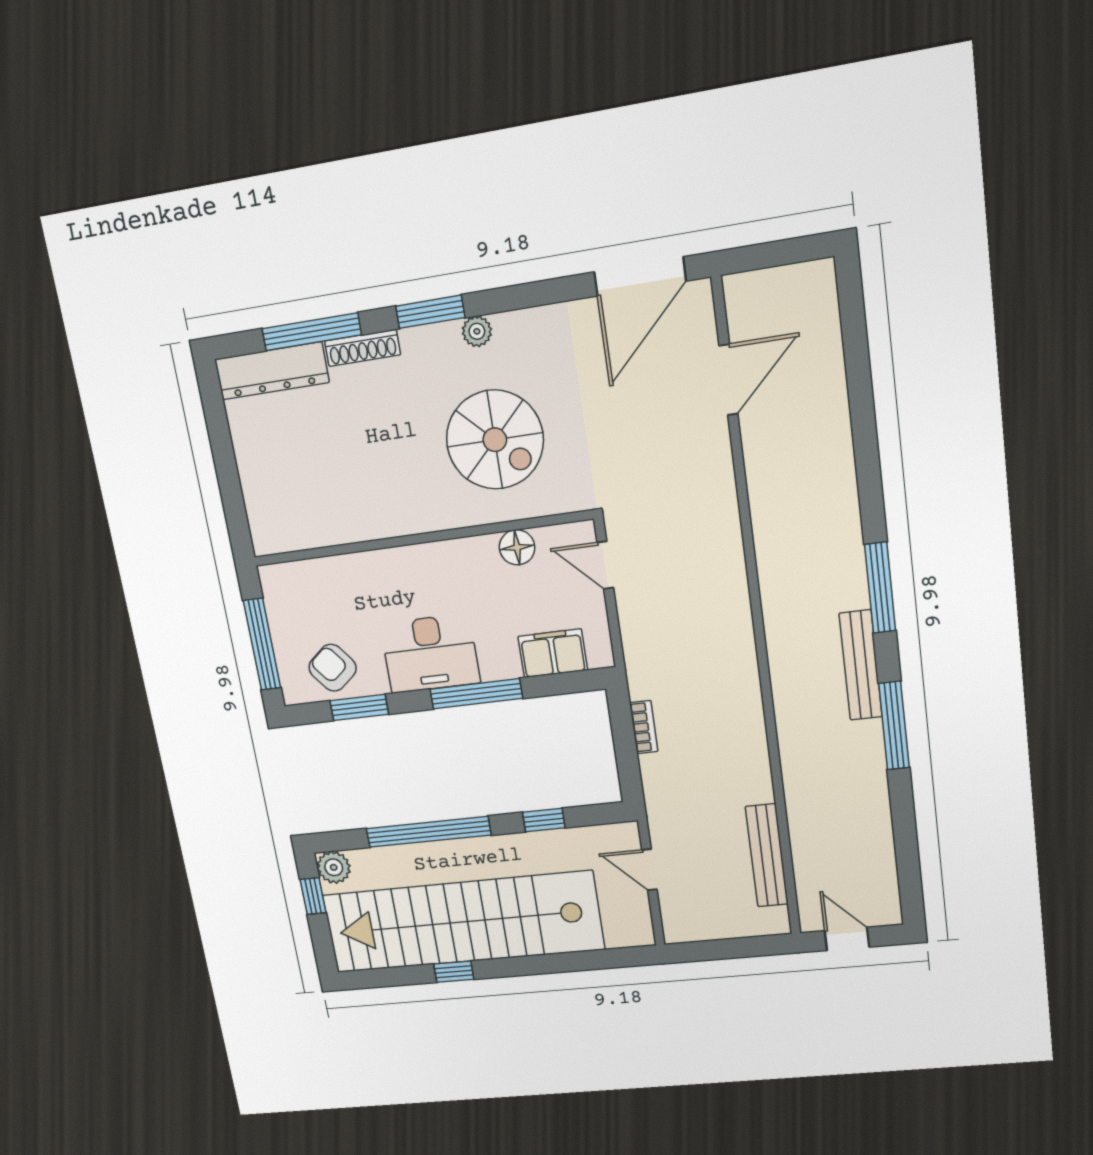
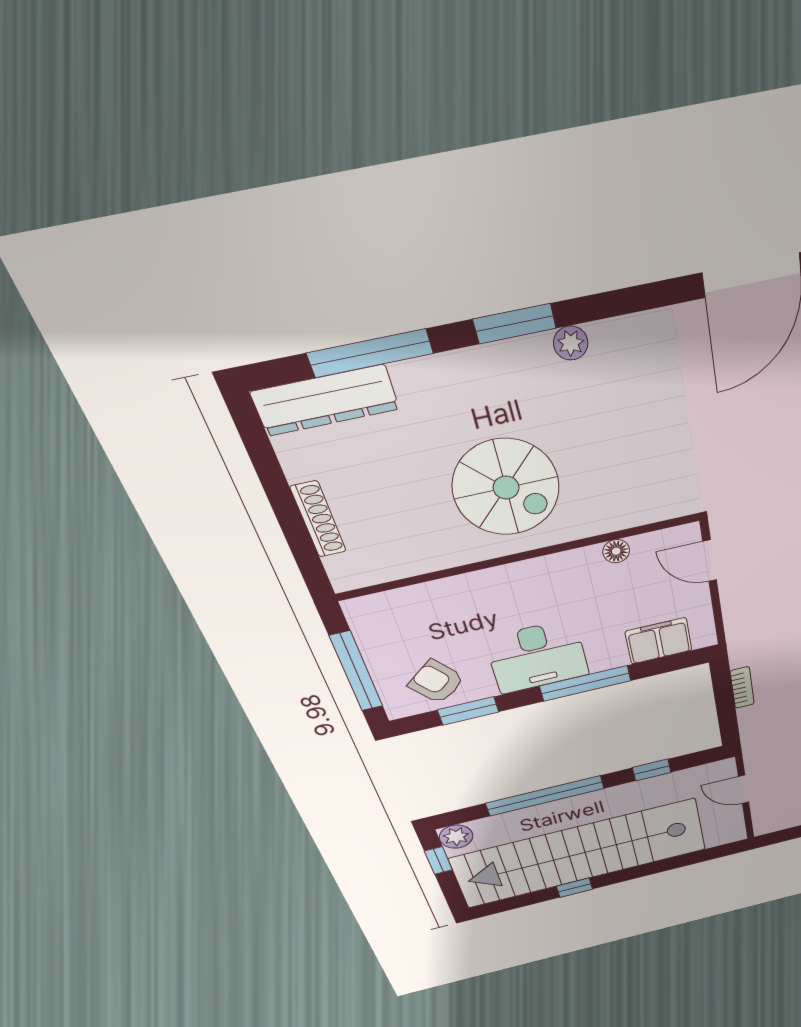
shoe rack: (362, 348) -> (318, 519), moved, turned -90
spiral stairs: (495, 440) -> (506, 488), moved
floor lamp: (517, 547) -> (616, 551), width x0.73, depth x0.73

